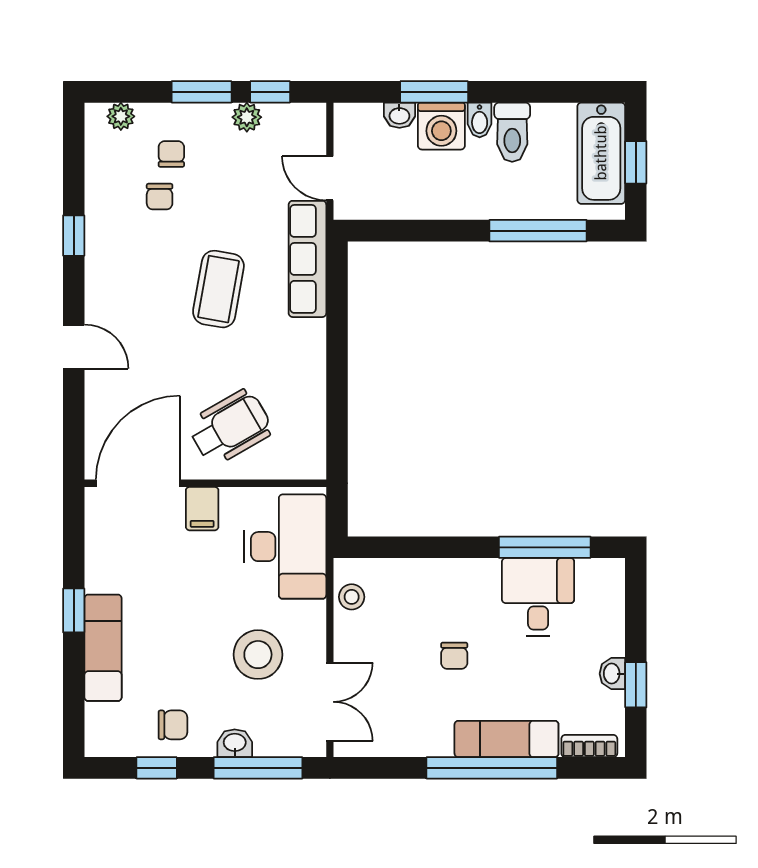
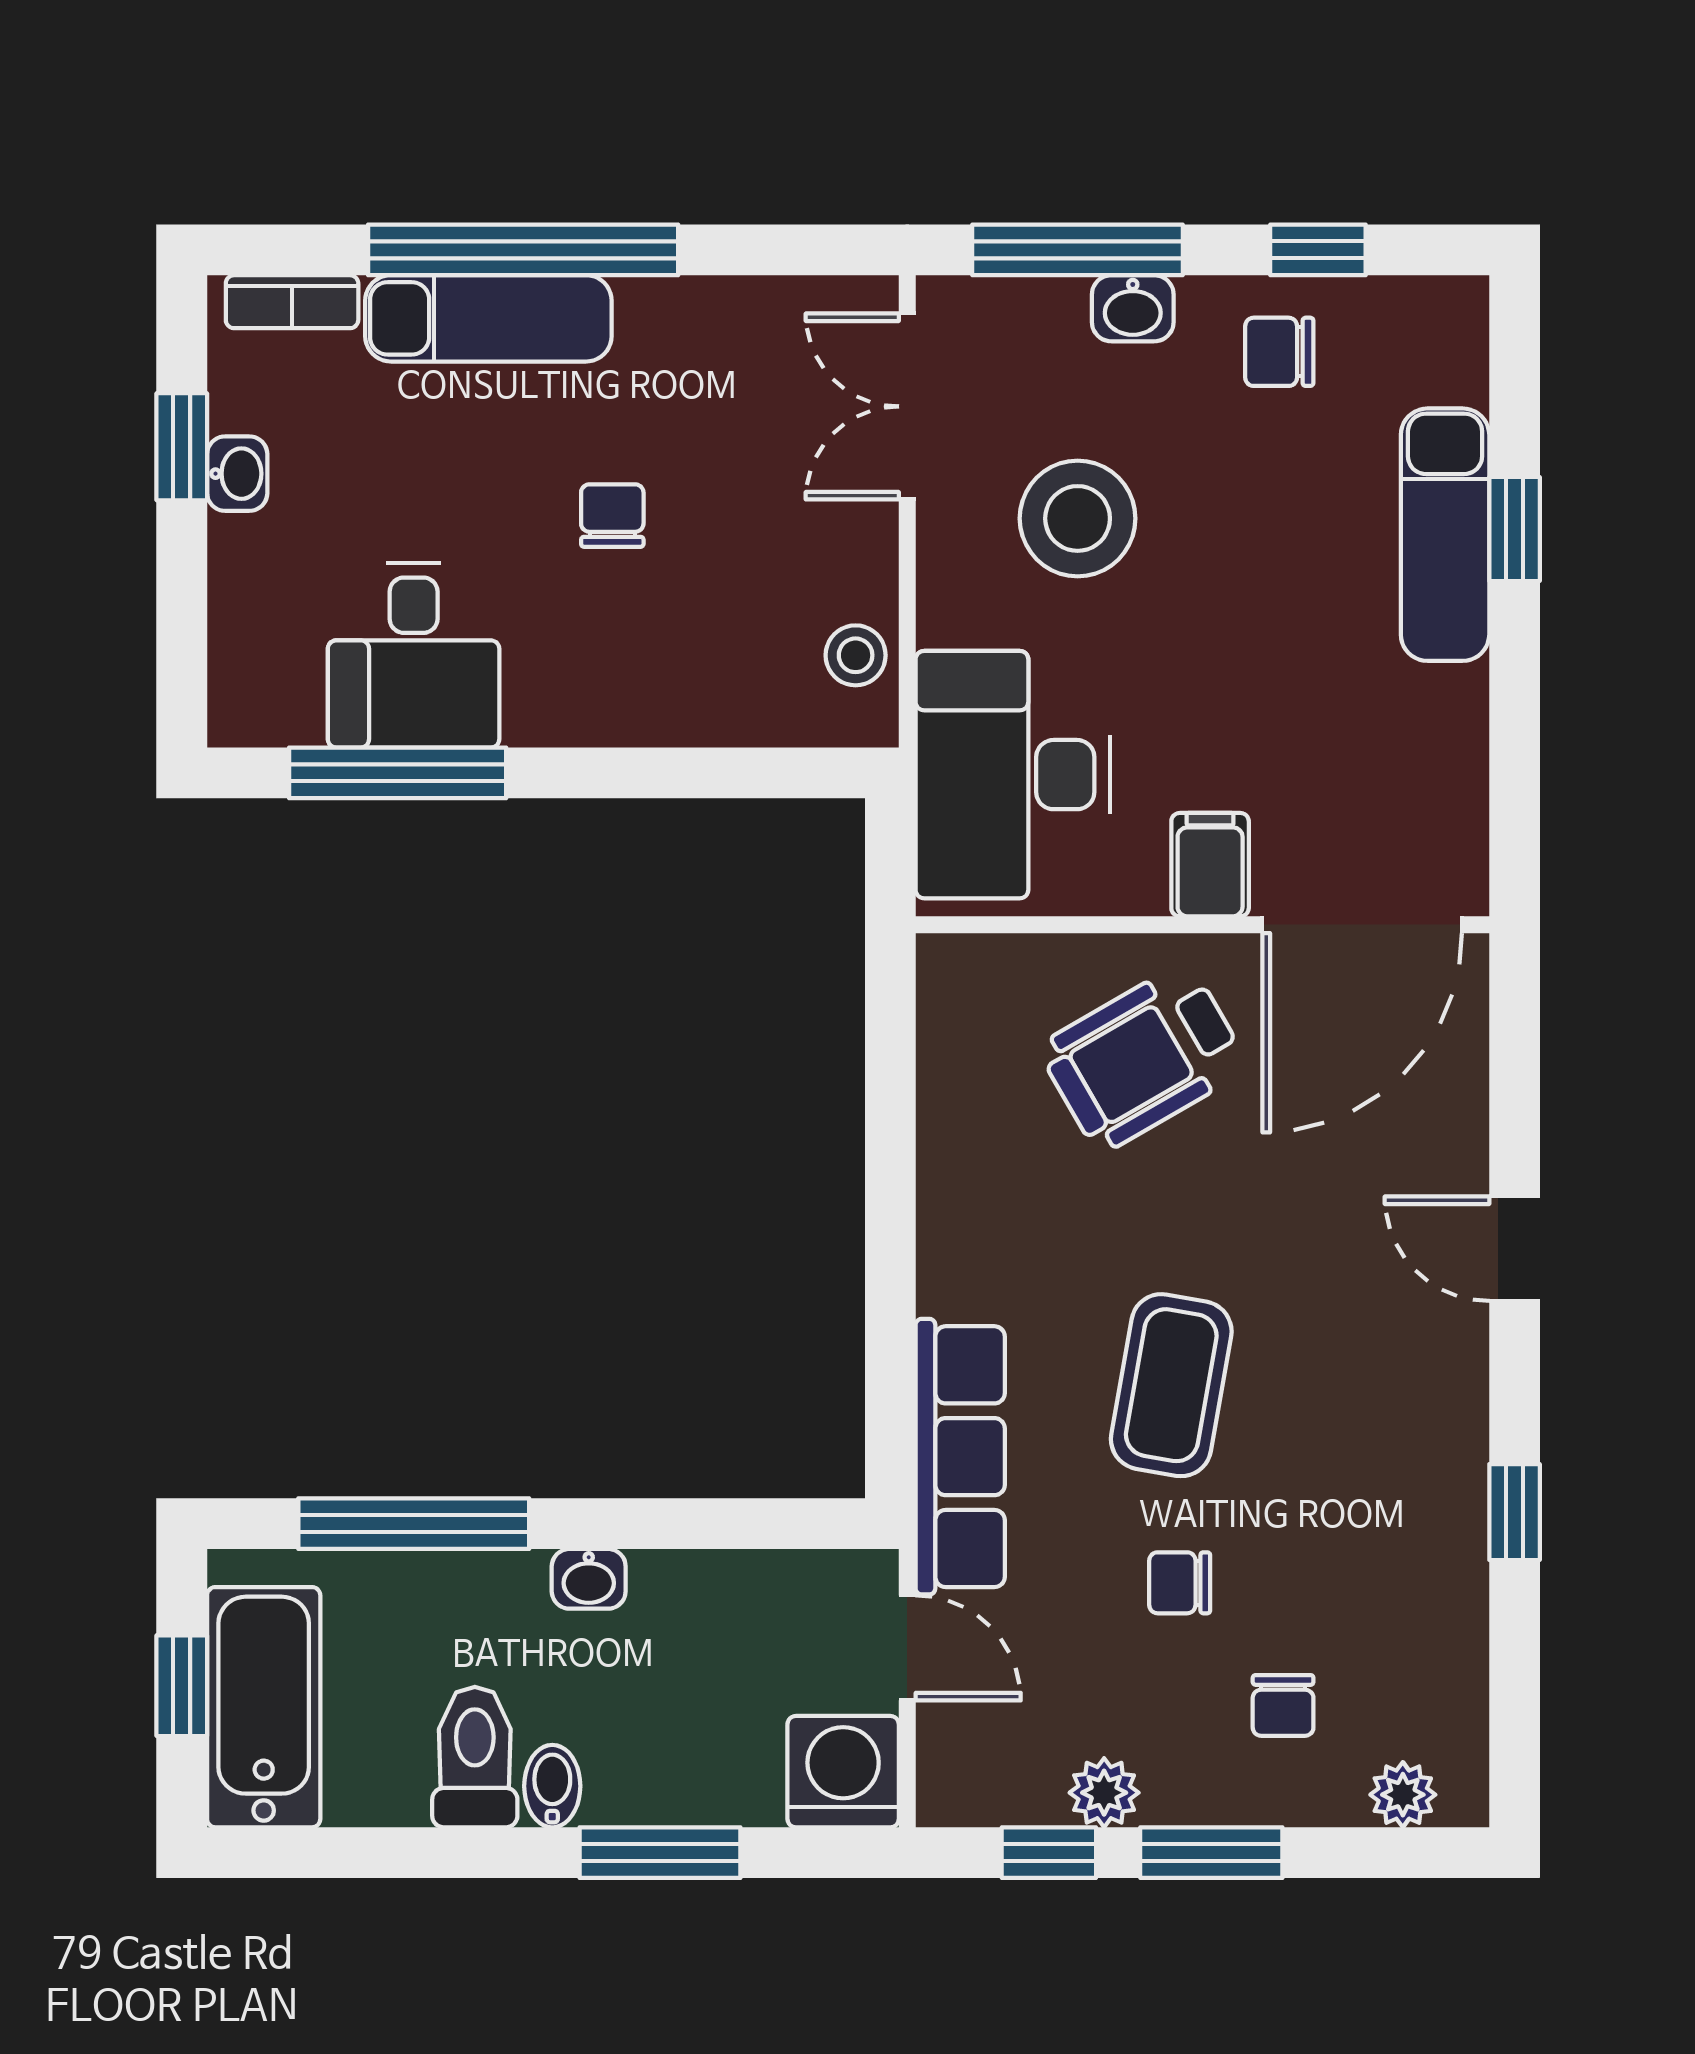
washbasin: (399, 115) -> (589, 1579), moved, turned 180
washing machine: (441, 126) -> (843, 1772), moved
chair: (160, 197) -> (1180, 1583), moved, turned -90
window: (74, 610) -> (1515, 529), moved

